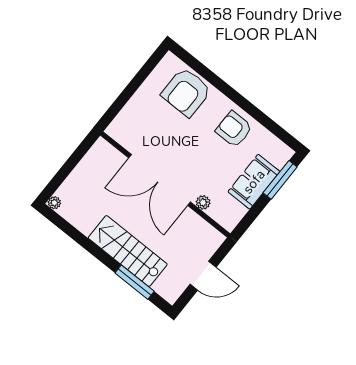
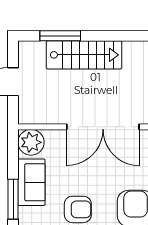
double door: (159, 180) -> (103, 127), swing flipped
plant: (203, 202) -> (31, 142), moved, width x1.88, depth x1.88

